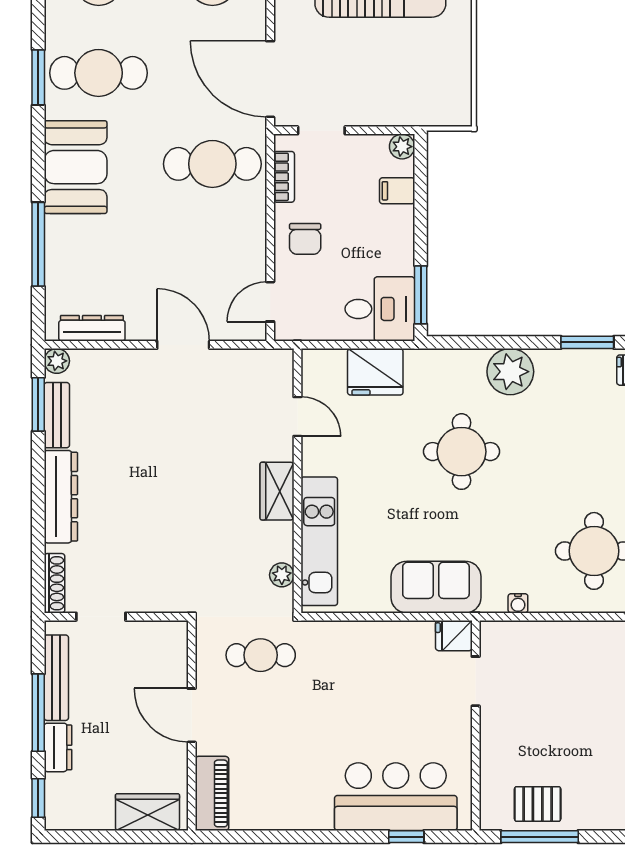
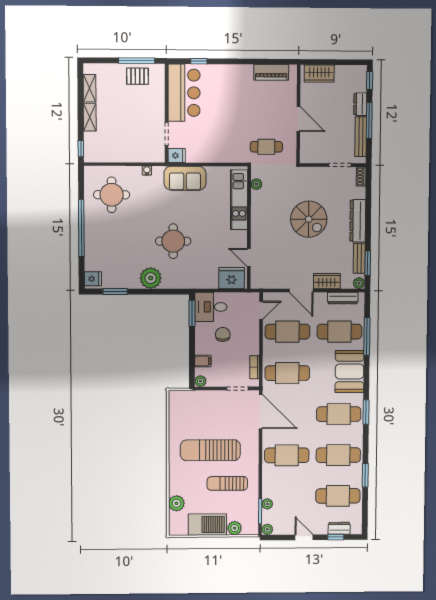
chair: (305, 239) -> (223, 334), moved
cafe table: (99, 255) -> (339, 332), added
cafe table: (212, 255) -> (287, 332), added
fridge: (375, 372) -> (232, 278), moved
wardrobe: (277, 491) -> (327, 281), moved, turned -90
spiral stairs: (168, 500) -> (309, 219), added
shoe rack: (54, 583) -> (361, 177), width x0.70
piano: (212, 793) -> (271, 72), moved, turned -90
bar counter: (396, 797) -> (184, 93), moved, turned -90

